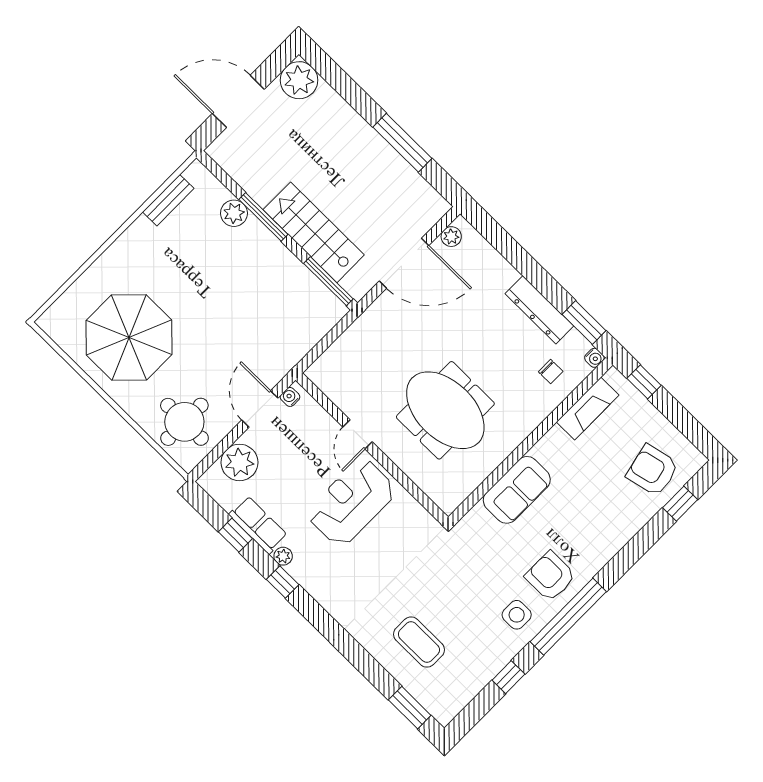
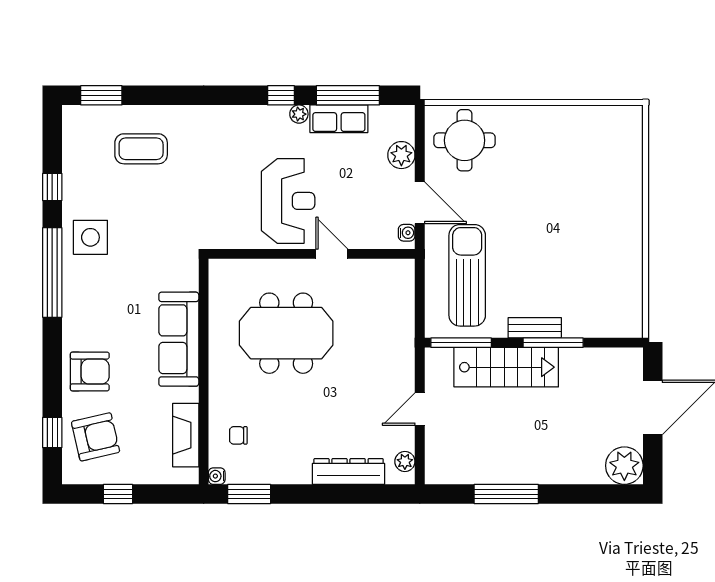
bench: (168, 200) -> (535, 328), moved, turned 90
plant: (234, 213) -> (577, 324), removed
door: (404, 263) -> (420, 409), width x0.53
dresser: (539, 310) -> (349, 472), moved
sun lounger: (277, 325) -> (467, 275), added
parasol: (129, 337) -> (564, 161), removed
window: (644, 382) -> (118, 494), moved
plant: (239, 462) -> (401, 155), width x0.73, depth x0.73
sofa: (517, 490) -> (179, 339), width x1.36
window: (235, 535) -> (348, 95), width x2.17
armchair: (550, 576) -> (90, 371), moved
side table: (517, 615) -> (90, 237), width x1.37, depth x1.37

